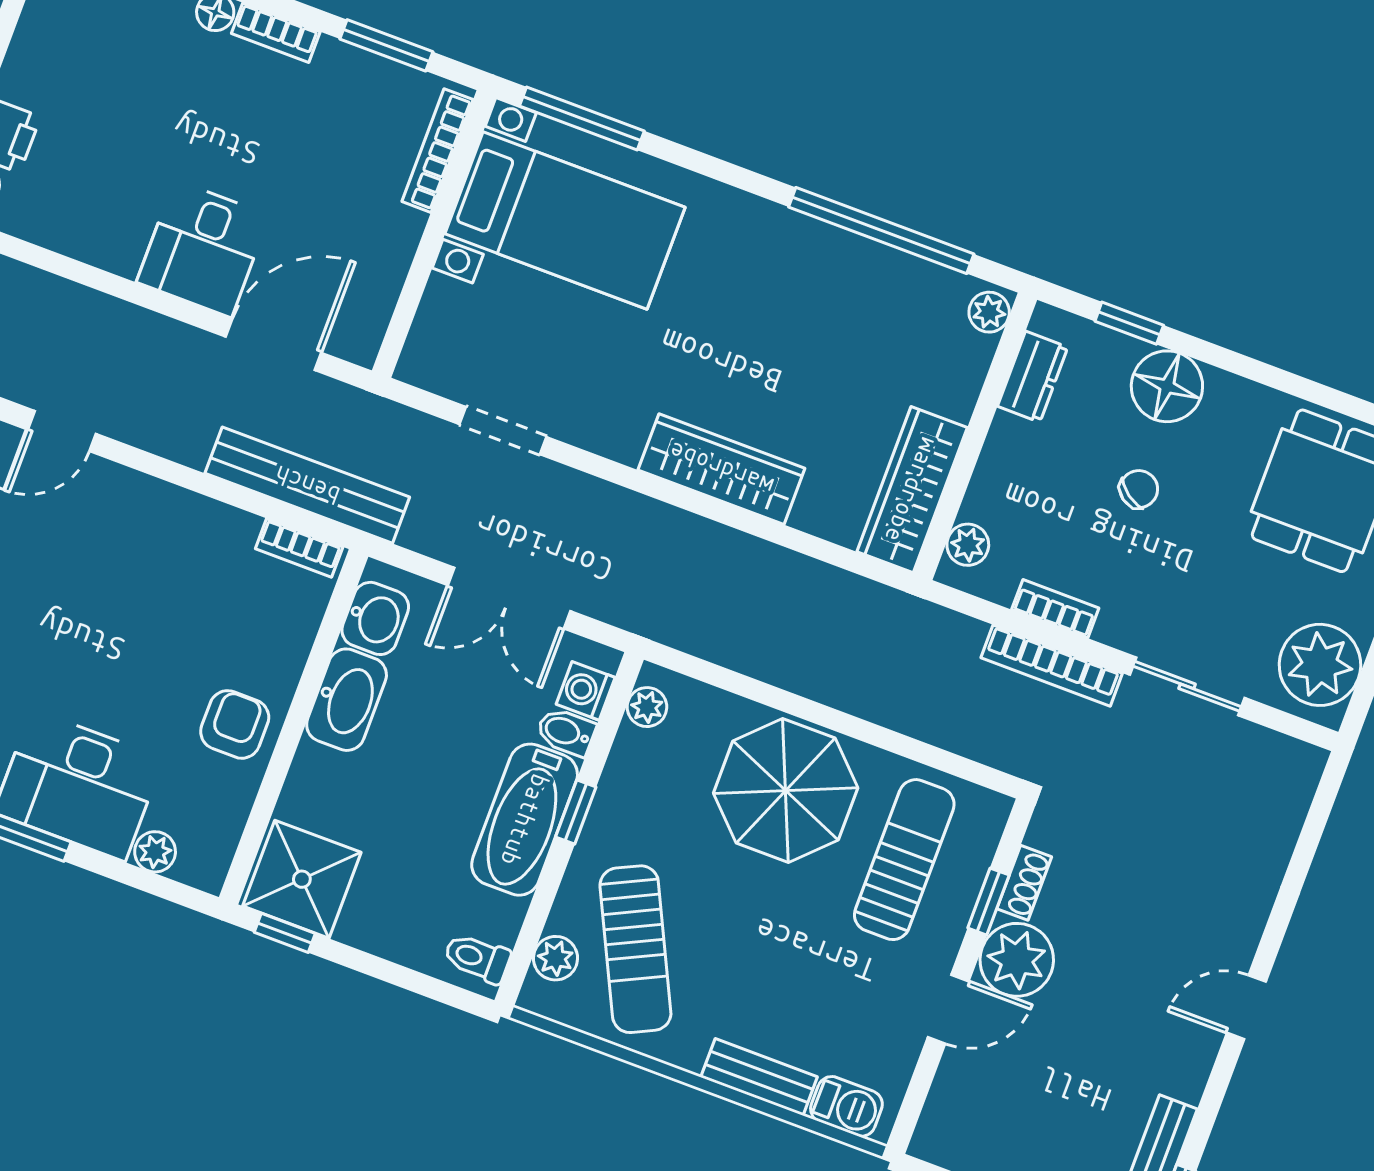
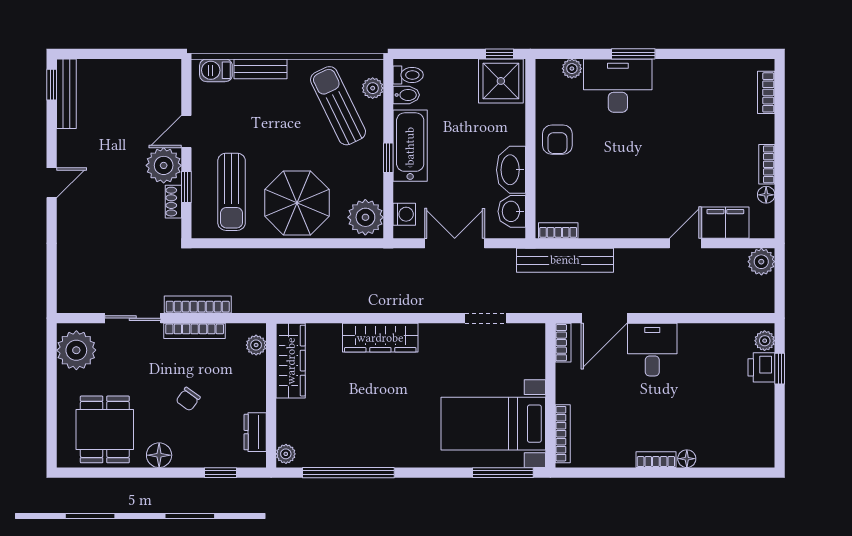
window: (386, 45) -> (604, 473), removed
bookcase: (371, 327) -> (563, 343), added
floor lamp: (1167, 386) -> (159, 455), moved, width x0.73, depth x0.73
bookcase: (1055, 609) -> (195, 331), width x1.56
plant: (647, 707) -> (365, 217), width x1.87, depth x1.87
bidet: (566, 732) -> (406, 95), moved

